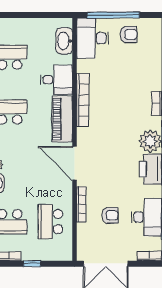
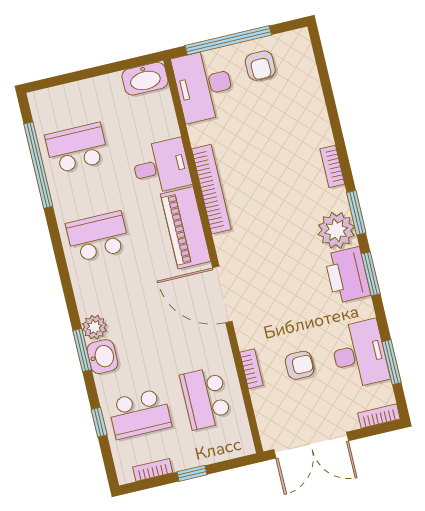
armchair: (128, 34) -> (260, 66), turned 90
washbasin: (64, 41) -> (145, 79), moved, turned -90
bookcase: (81, 204) -> (251, 369), width x0.64

